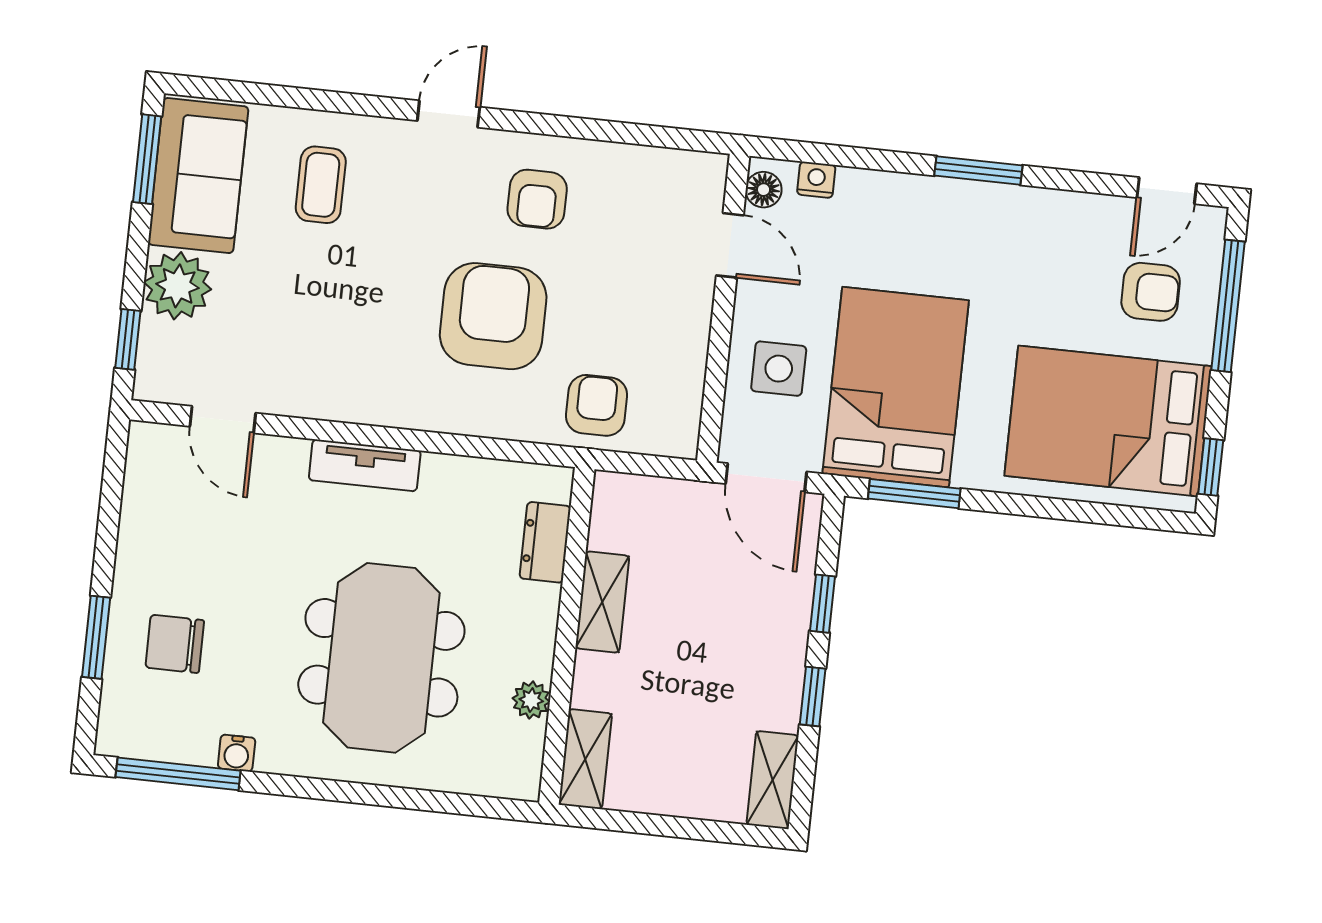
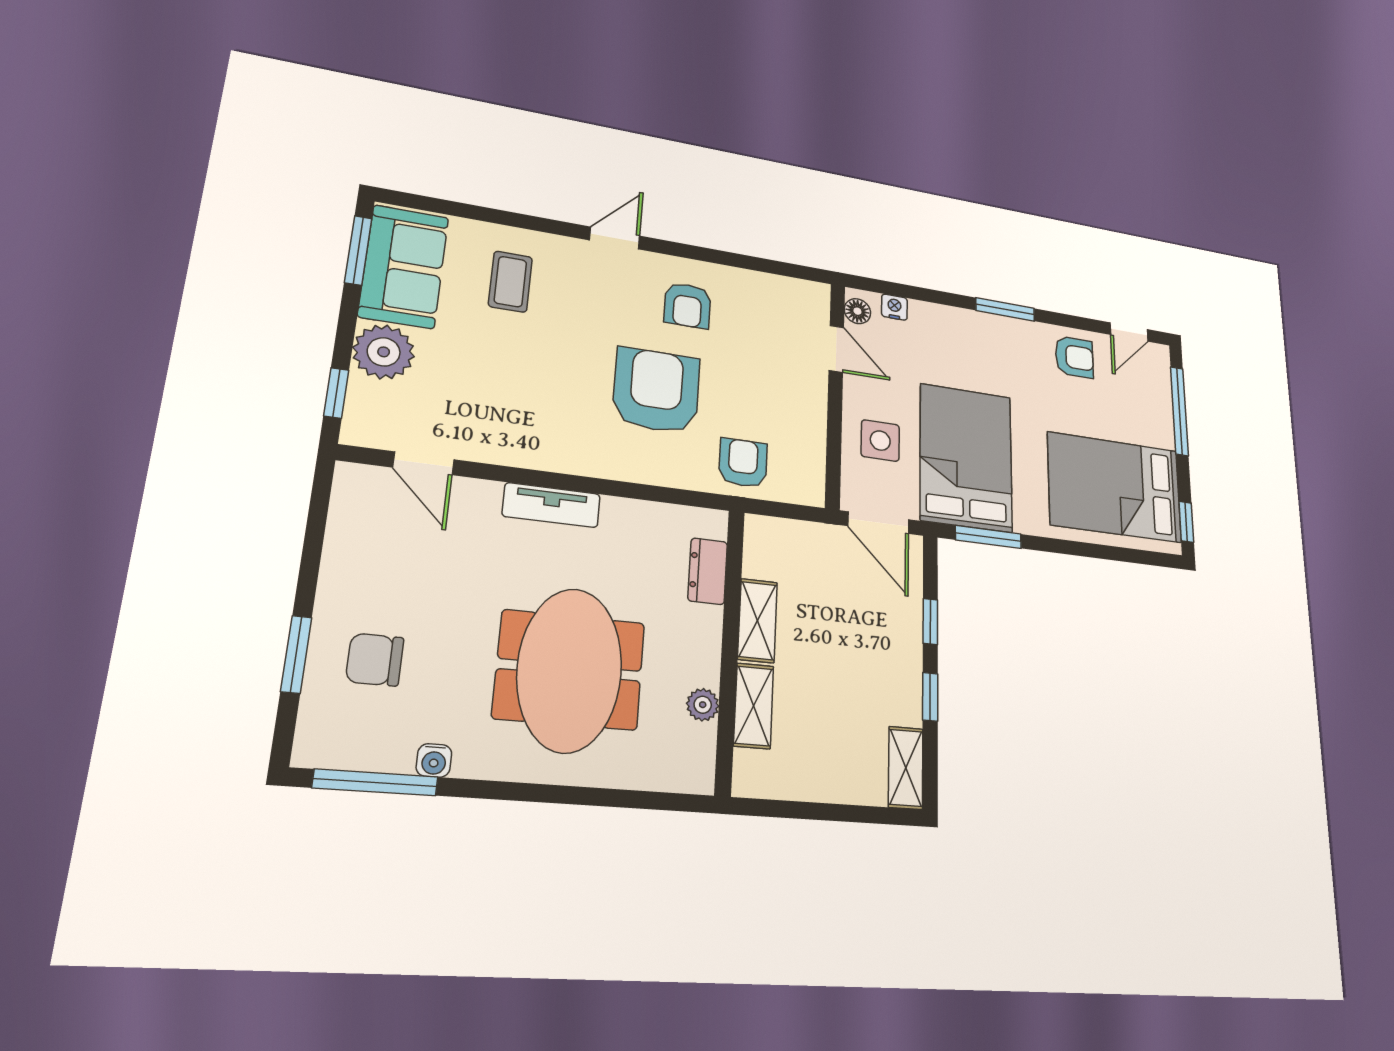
armchair: (1151, 292) -> (1074, 357), moved
shelving: (585, 759) -> (754, 706), moved

